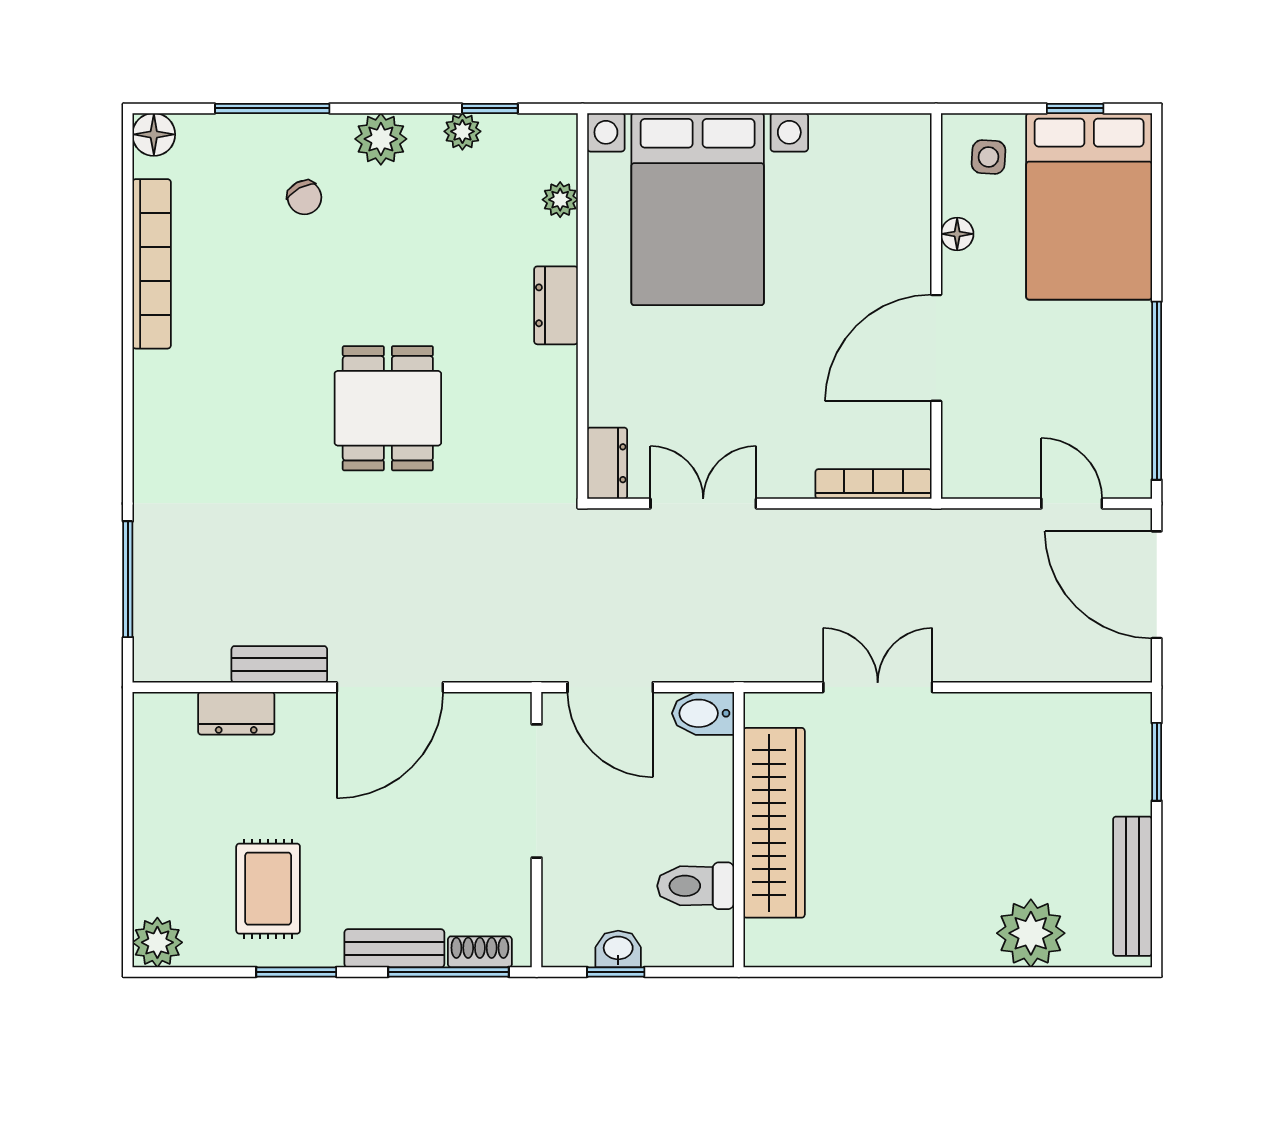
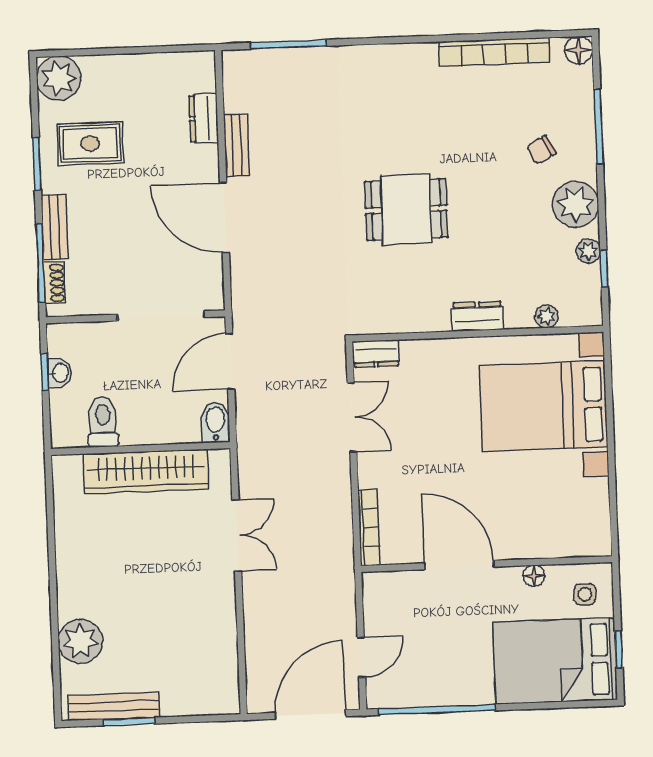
plant: (381, 139) -> (575, 204), width x1.36, depth x1.36
window: (1157, 762) -> (129, 721), moved
plant: (157, 942) -> (59, 78), width x1.36, depth x1.36

